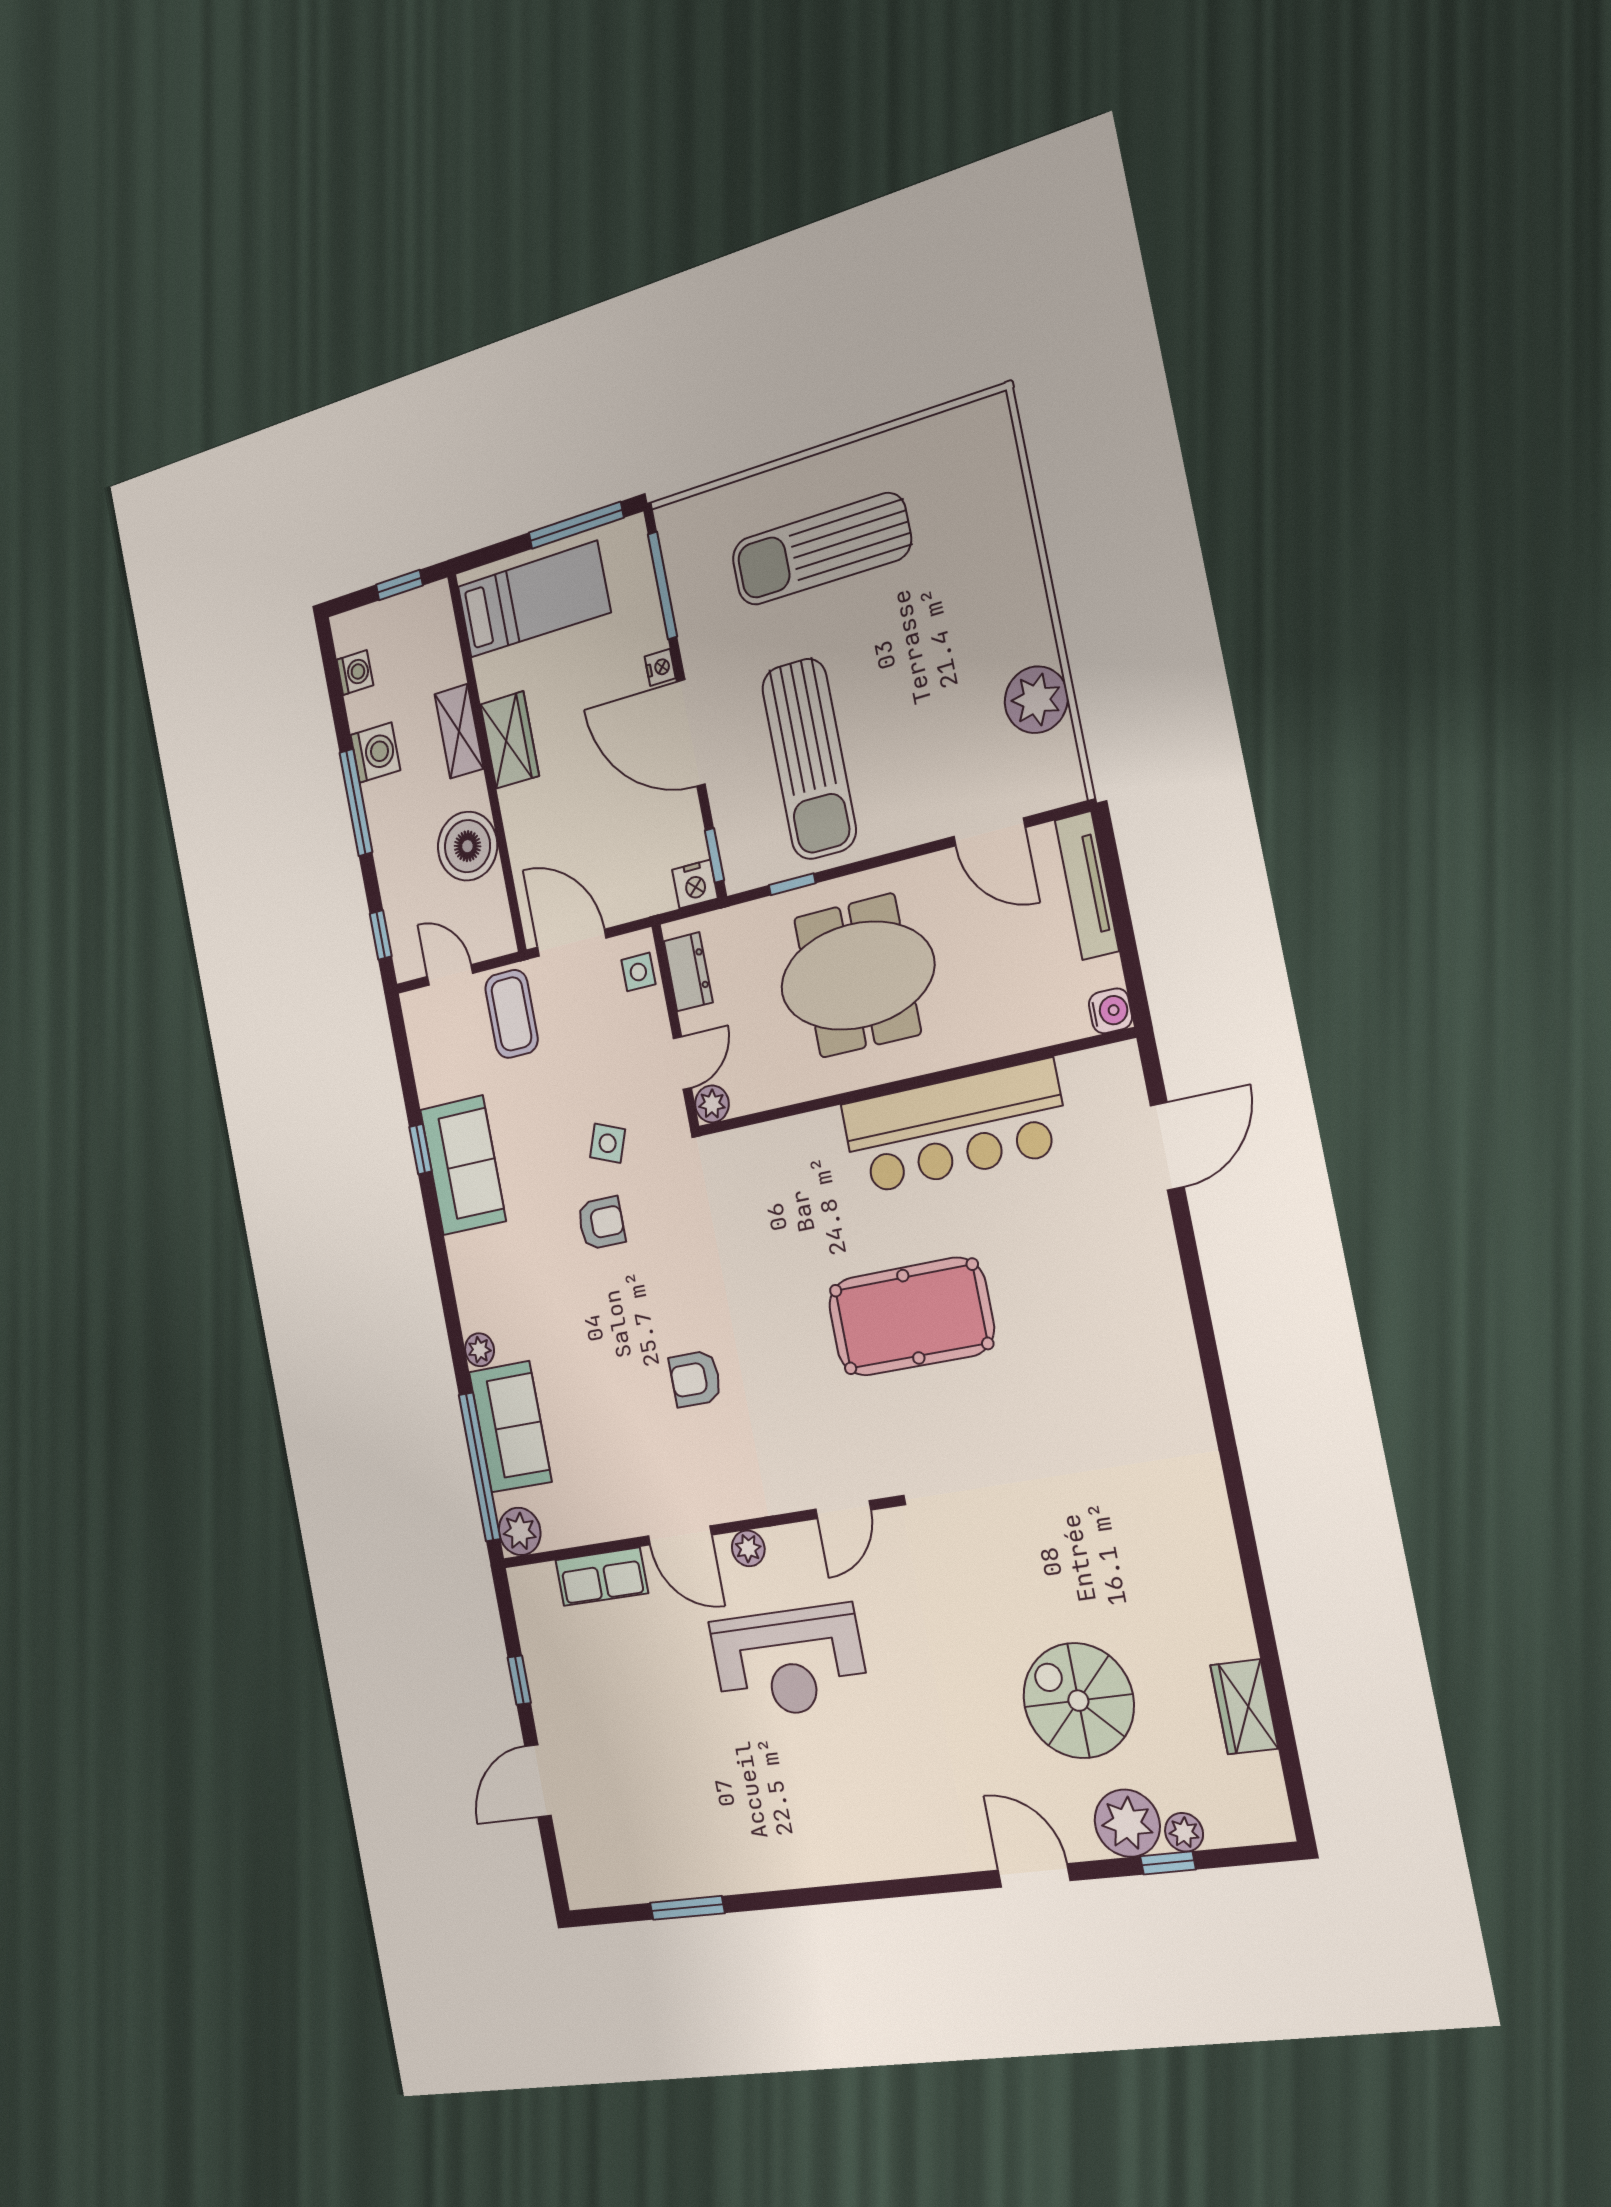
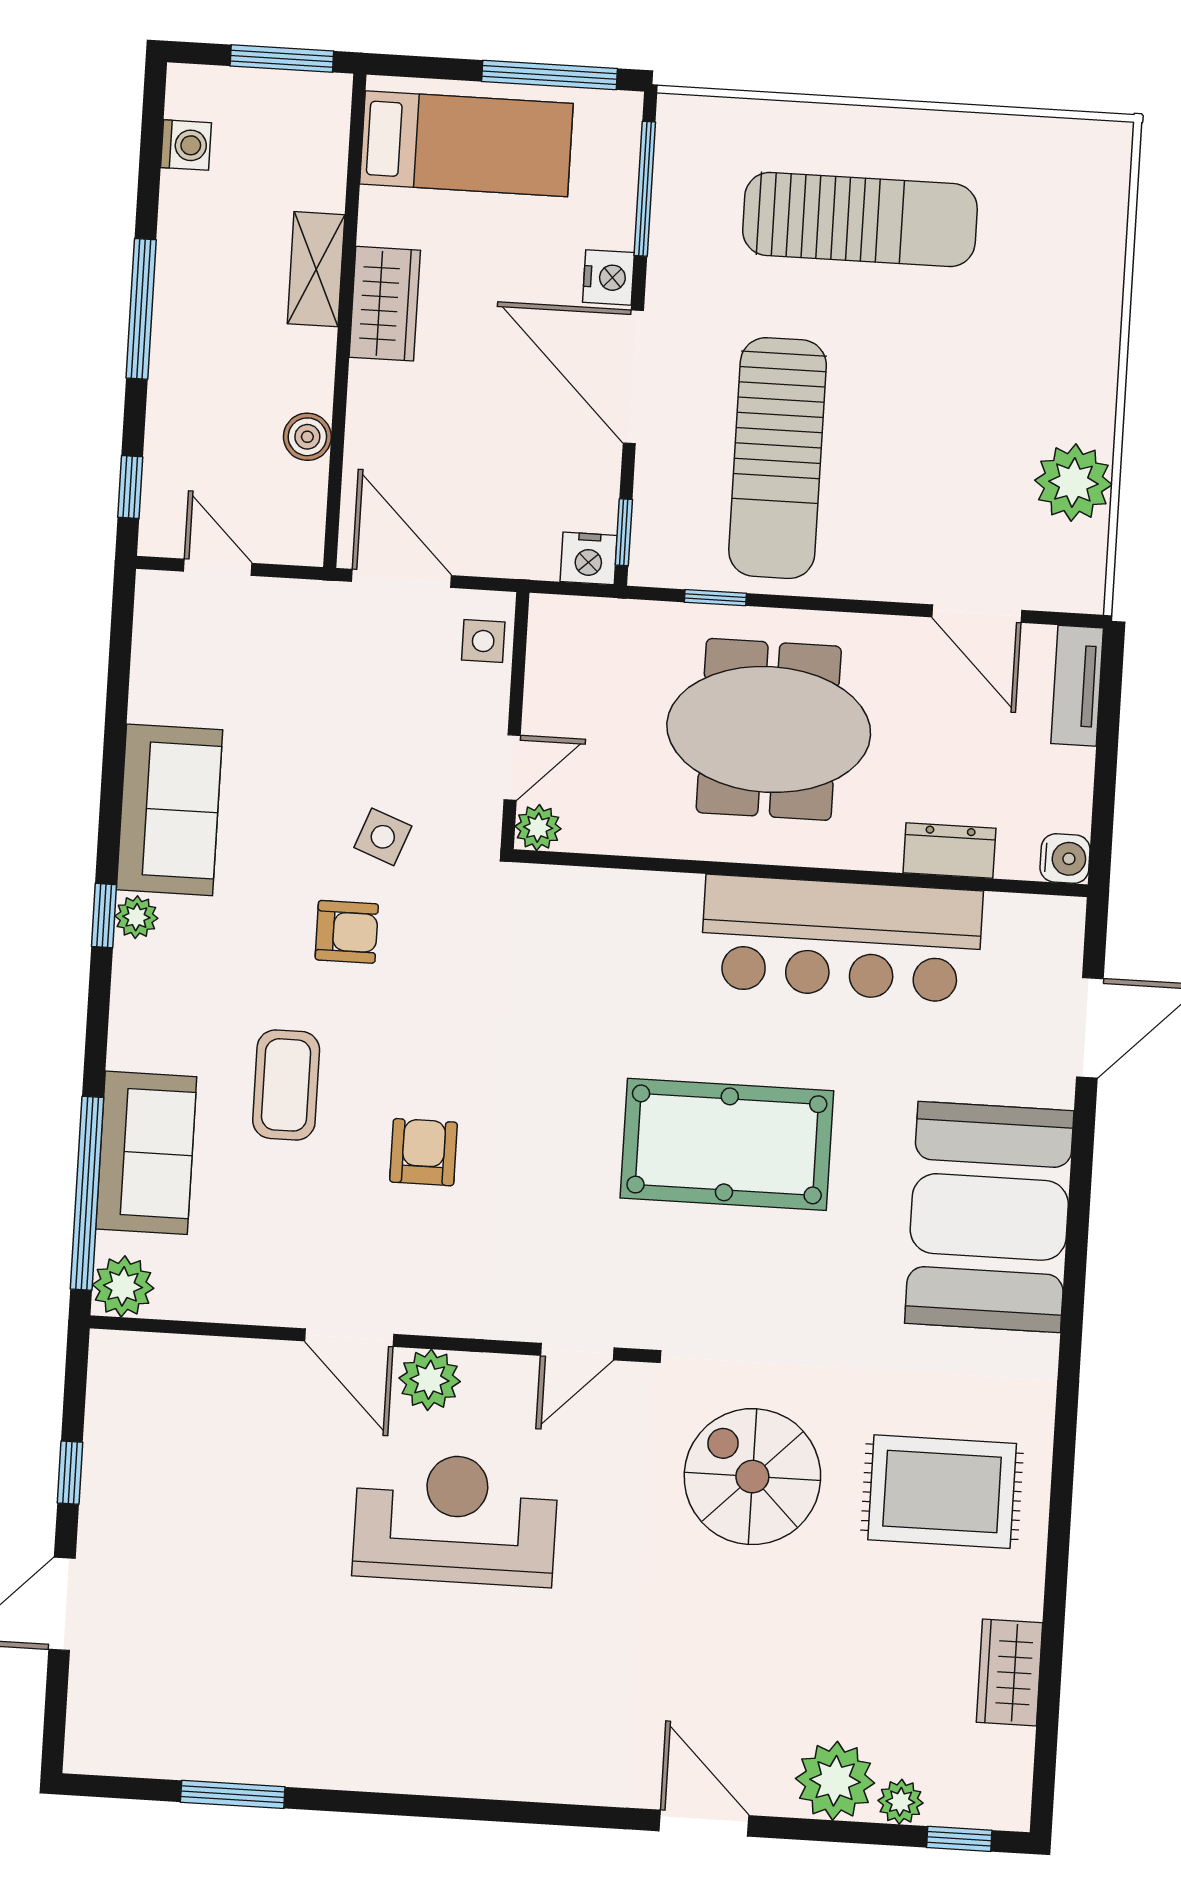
sun lounger: (821, 549) -> (860, 219), turned 180
window: (399, 585) -> (282, 59), width x1.50
nightstand: (660, 667) -> (608, 277), width x1.39, depth x1.35
washing machine: (375, 753) -> (188, 256), removed
boiler: (467, 846) -> (307, 437), width x0.54, depth x0.54
tv unit: (1087, 885) -> (1077, 686), width x0.71
dresser: (688, 972) -> (949, 851), moved, turned -90
coffee table: (512, 1014) -> (286, 1085), moved
window: (420, 1149) -> (104, 916), moved
booth: (1128, 1325) -> (989, 1217), added
plant: (480, 1350) -> (136, 917), moved
armchair: (695, 1379) -> (424, 1152), turned 90
plant: (748, 1548) -> (430, 1380), width x1.38, depth x1.38
rug: (1150, 1564) -> (942, 1492), added
row of seats: (602, 1577) -> (225, 1366), removed
reception desk: (789, 1662) -> (455, 1519), turned 180
spiral stairs: (1078, 1701) -> (752, 1477), moved
window: (1168, 1863) -> (959, 1839), moved

